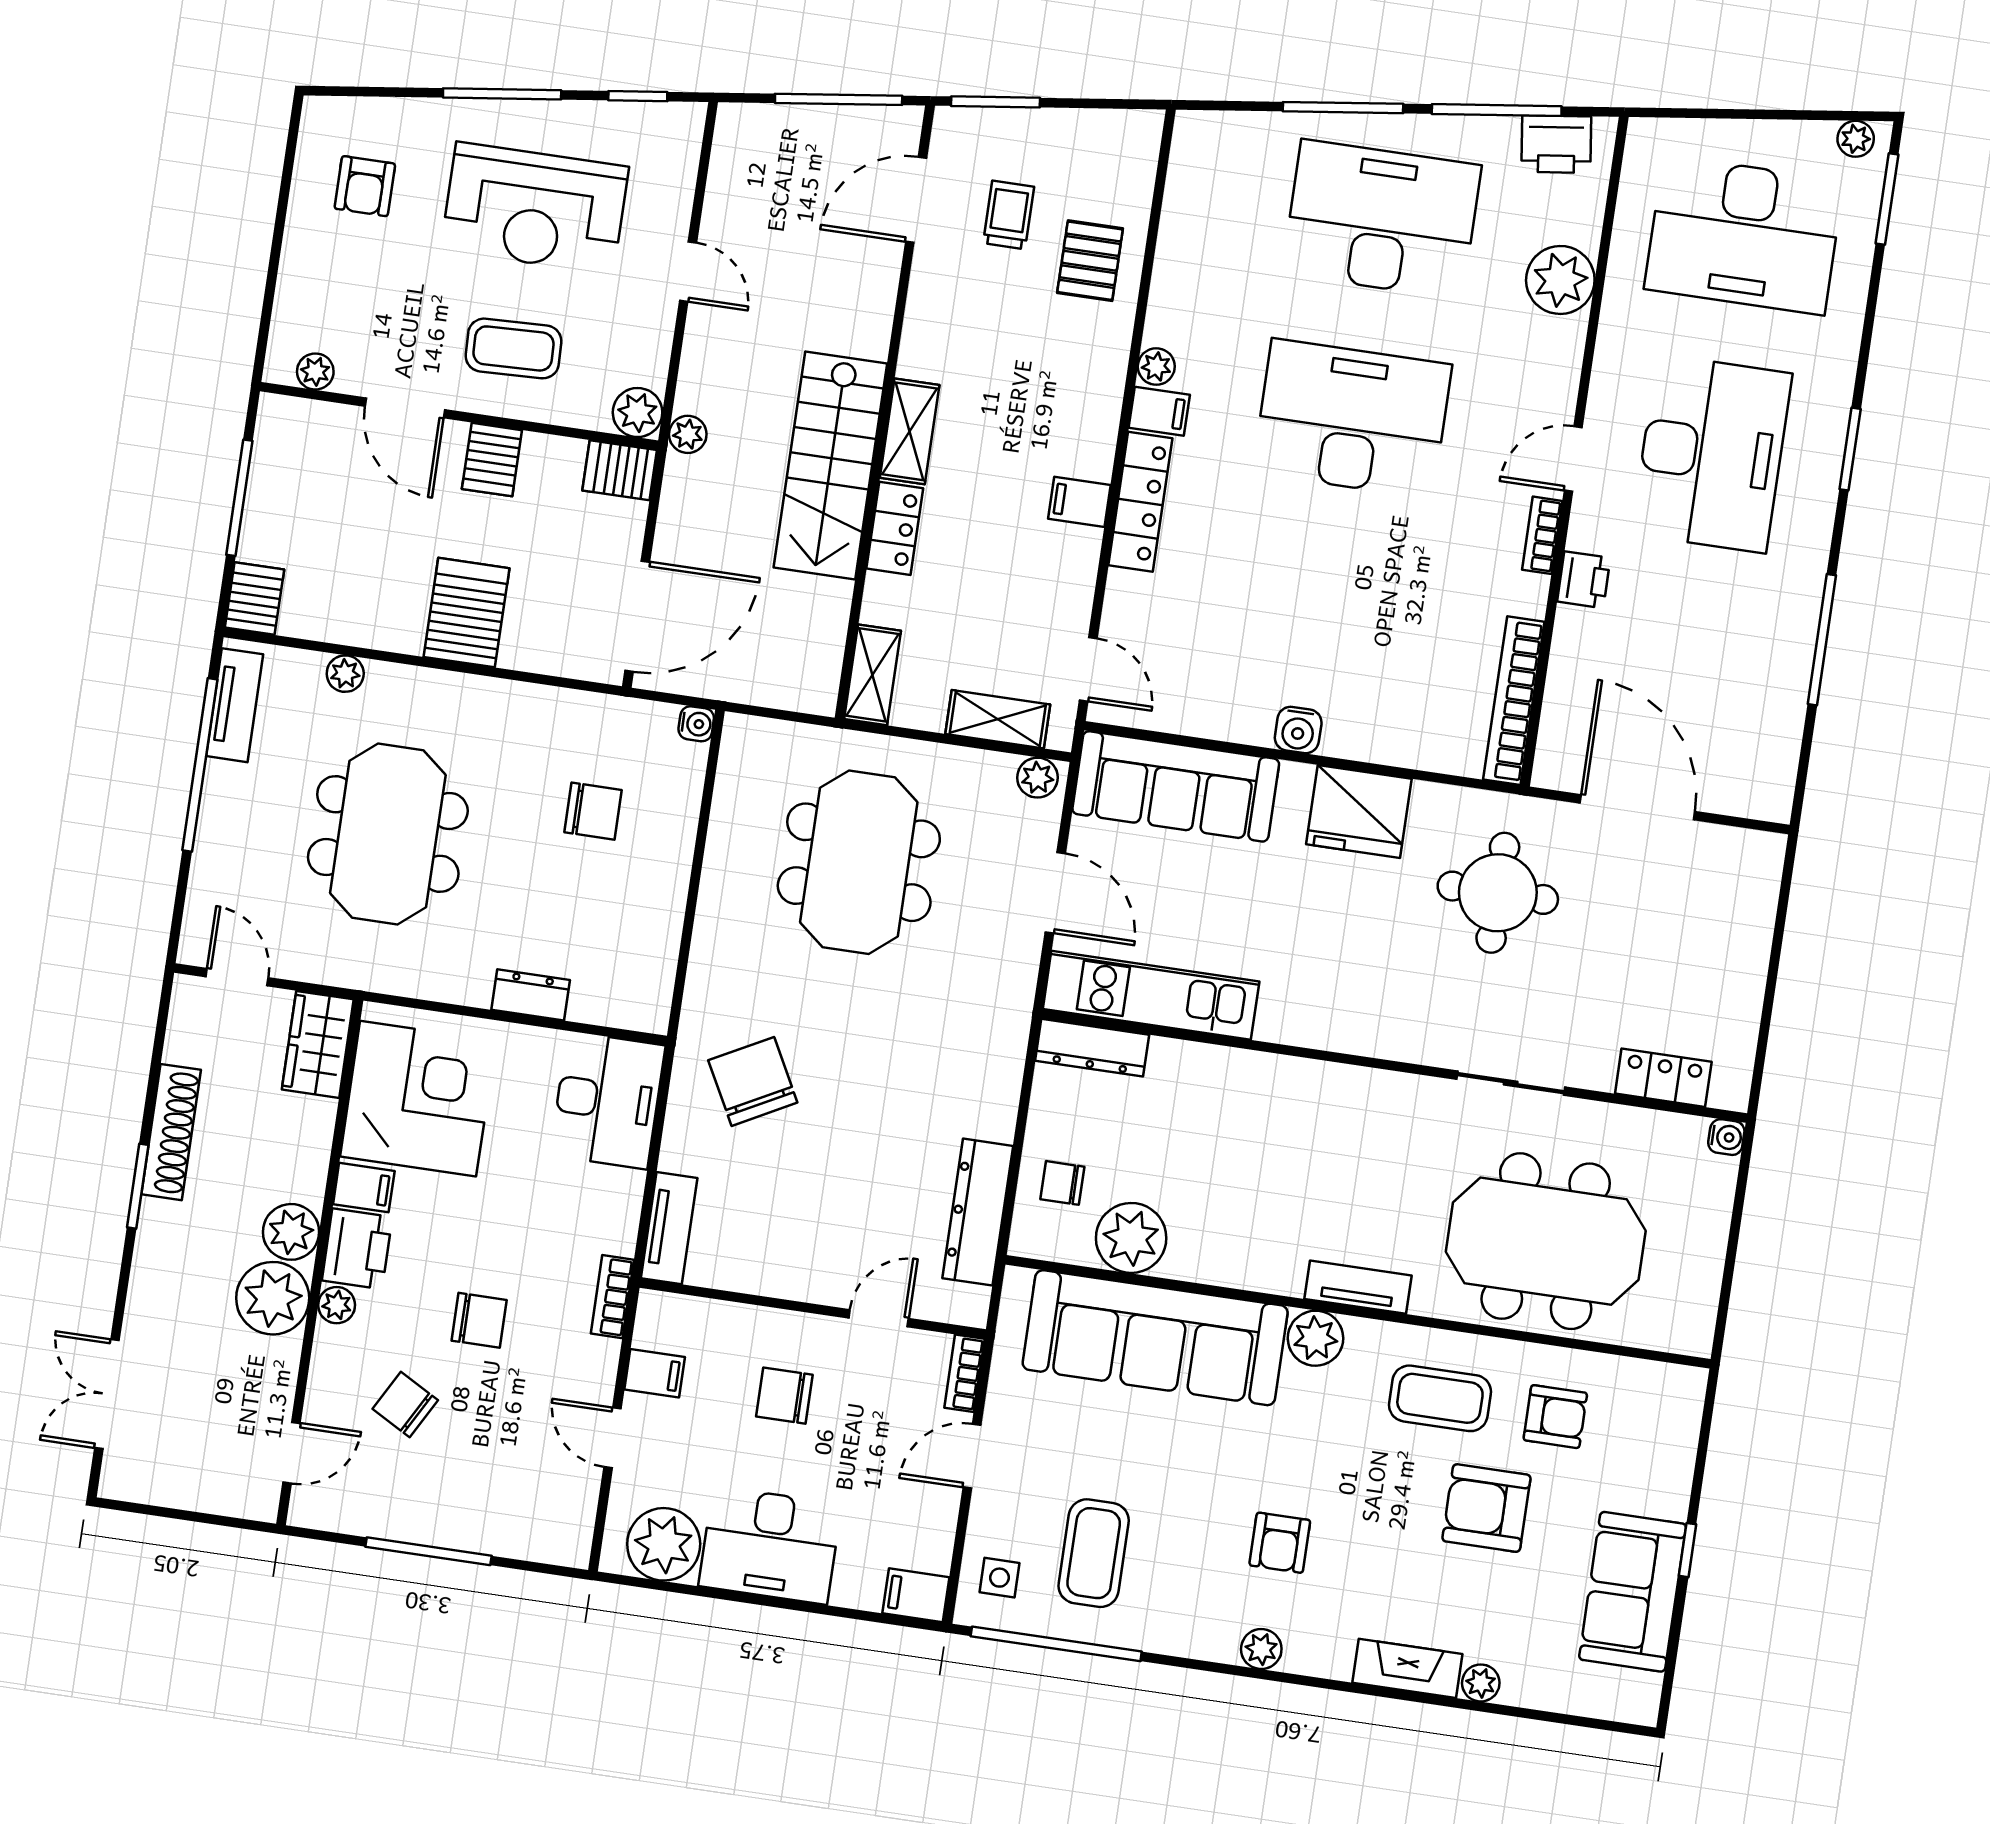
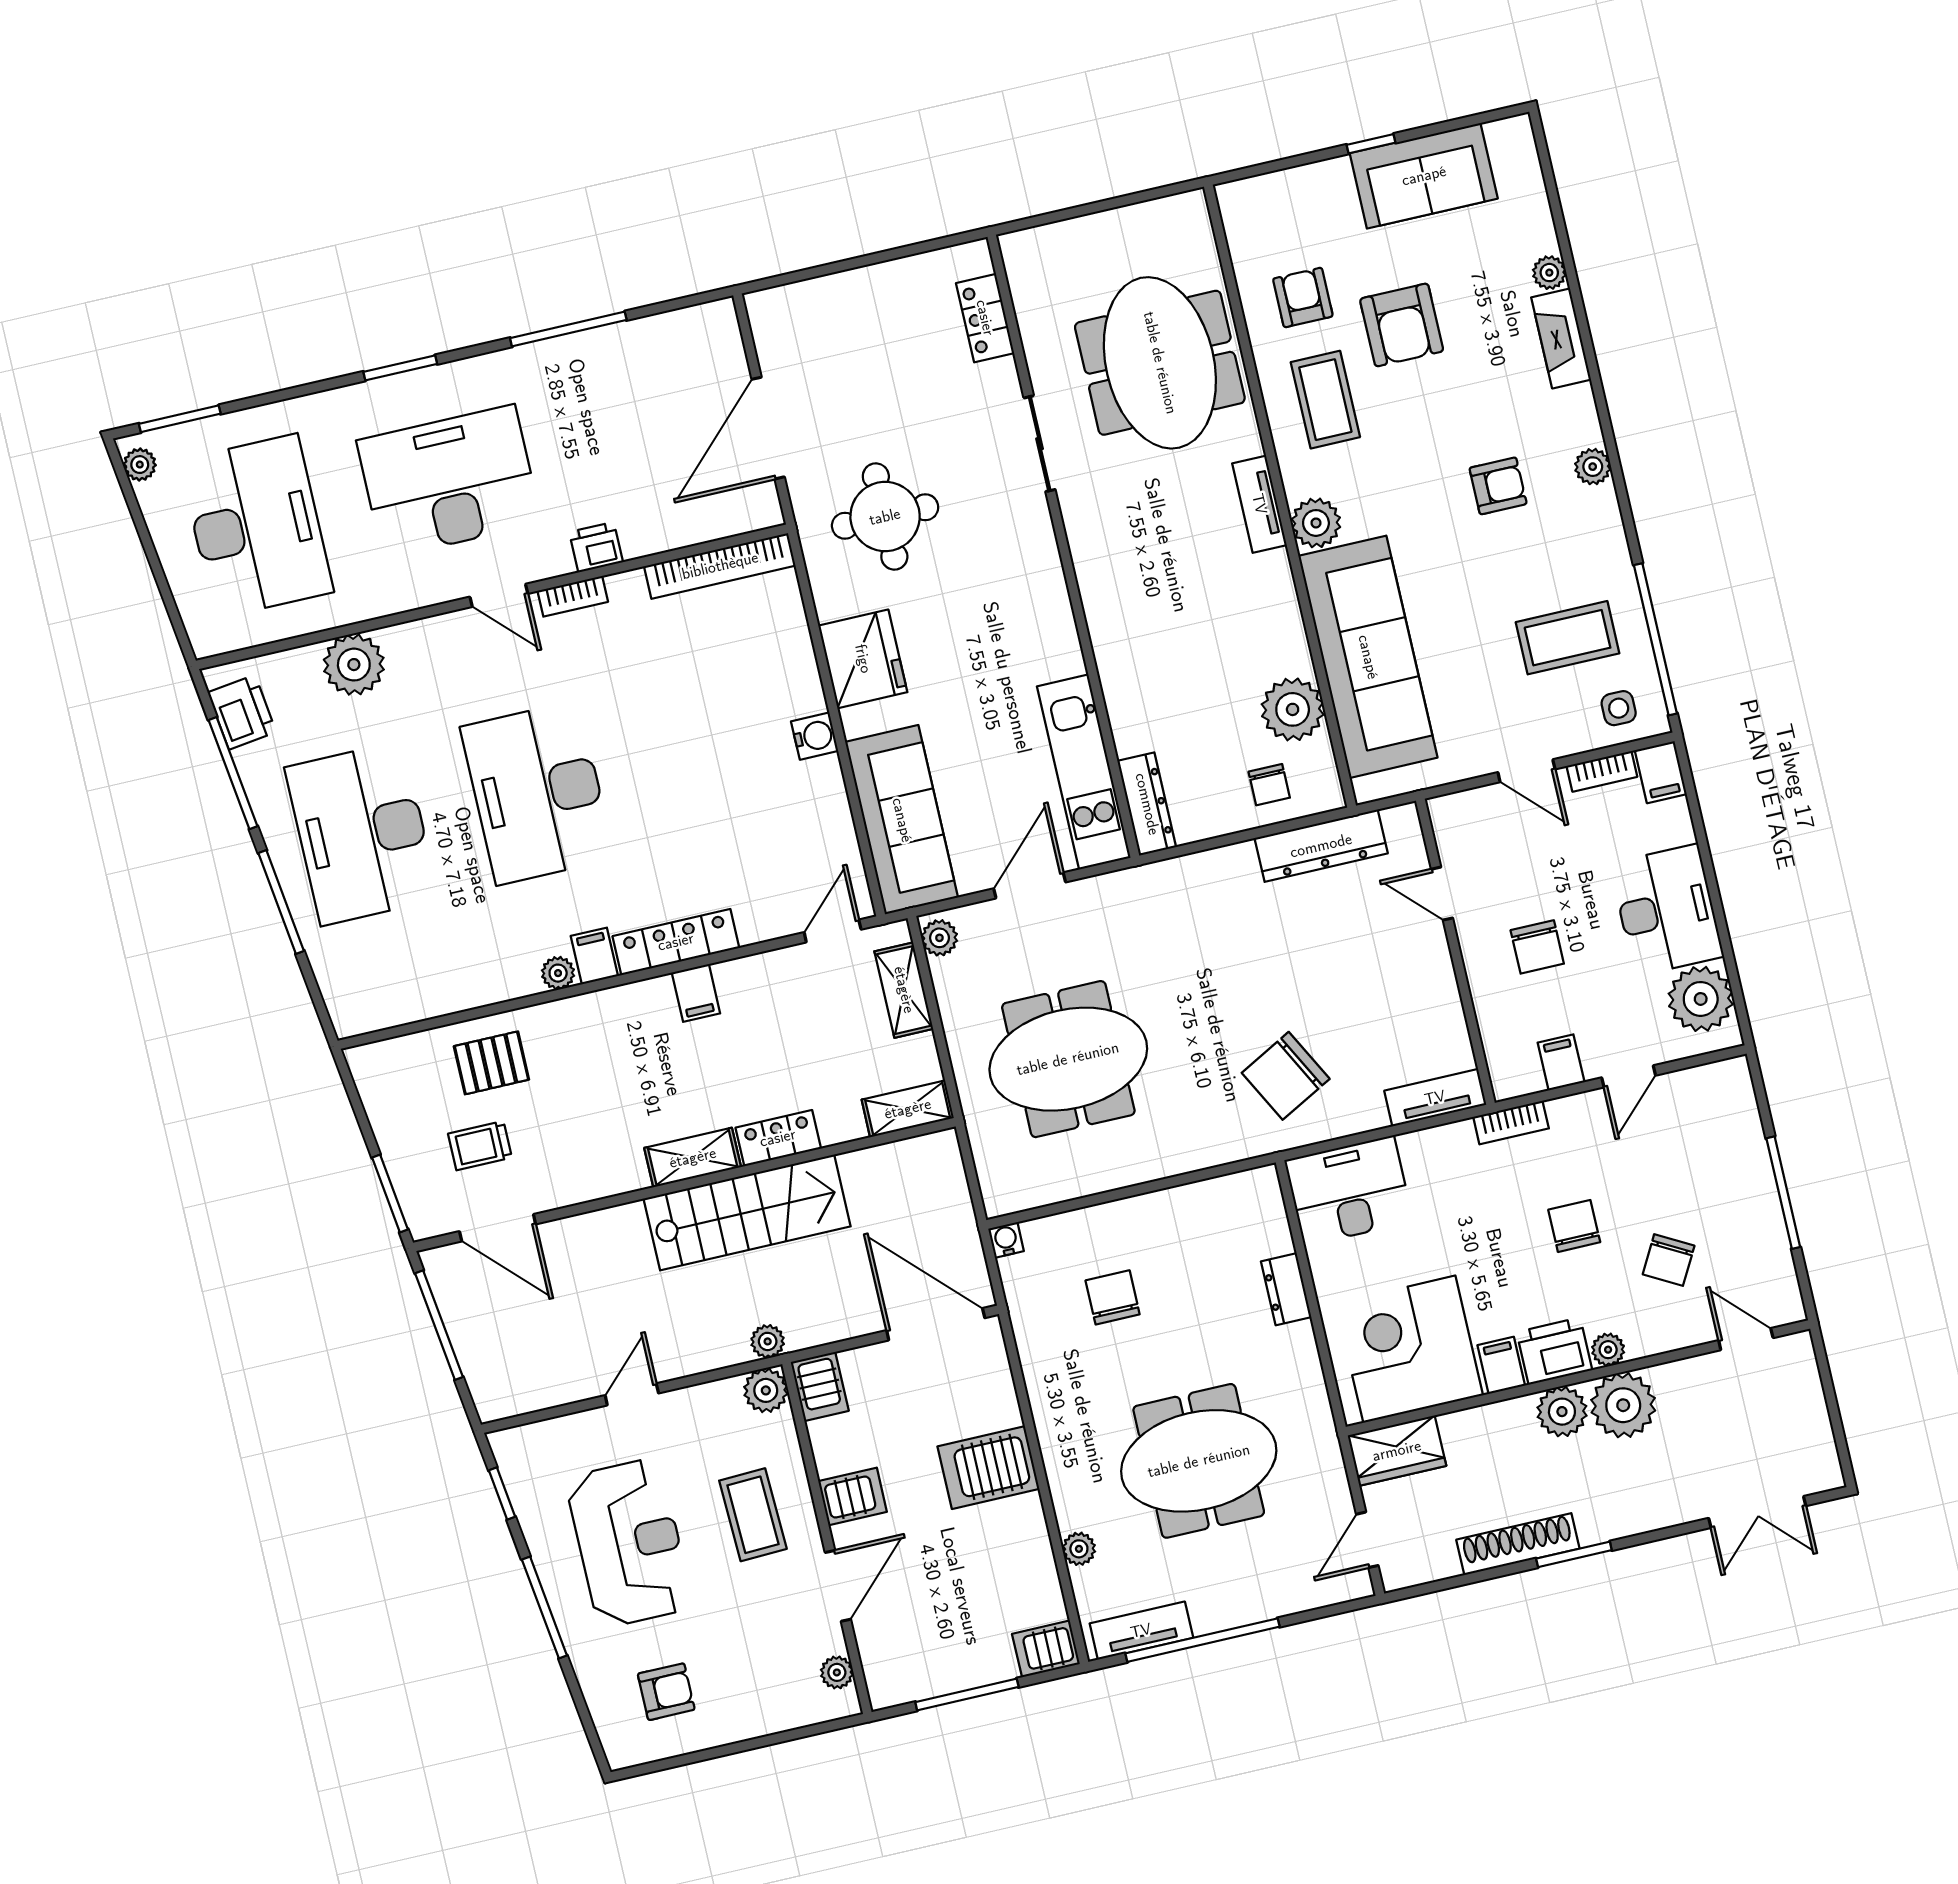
water cooler: (1726, 1137) -> (1014, 246), removed
bookcase: (964, 1373) -> (1602, 771), moved

